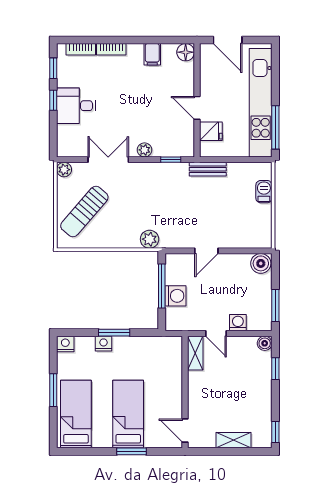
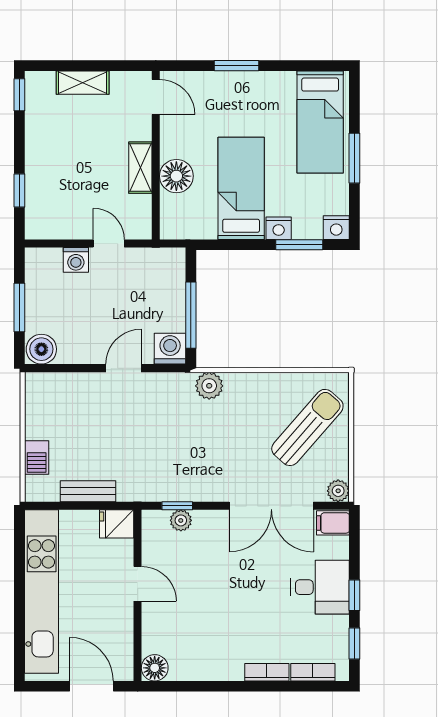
filing cabinet: (152, 54) -> (333, 523), moved, turned -90
window: (275, 127) -> (19, 554), removed
fridge: (211, 131) -> (117, 524), moved
plant: (145, 150) -> (181, 520), moved
double door: (108, 160) -> (271, 506), width x1.37
bench: (208, 169) -> (88, 491), moved
washing machine: (175, 296) -> (170, 349), moved, turned 90
window: (275, 306) -> (19, 308), moved
window: (114, 333) -> (299, 245), moved
boiler: (265, 343) -> (36, 229), removed
shelving: (195, 353) -> (140, 168), moved
floor lamp: (171, 378) -> (176, 176), added
bed: (128, 414) -> (241, 188), moved, turned 180

